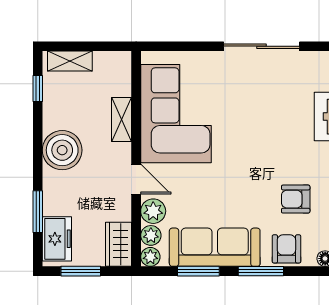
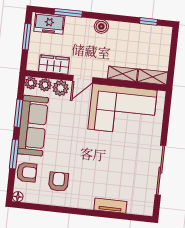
shelving: (70, 61) -> (153, 77), moved, turned 90
boiler: (62, 150) -> (101, 26), width x0.54, depth x0.54
wardrobe: (119, 244) -> (54, 65), moved

